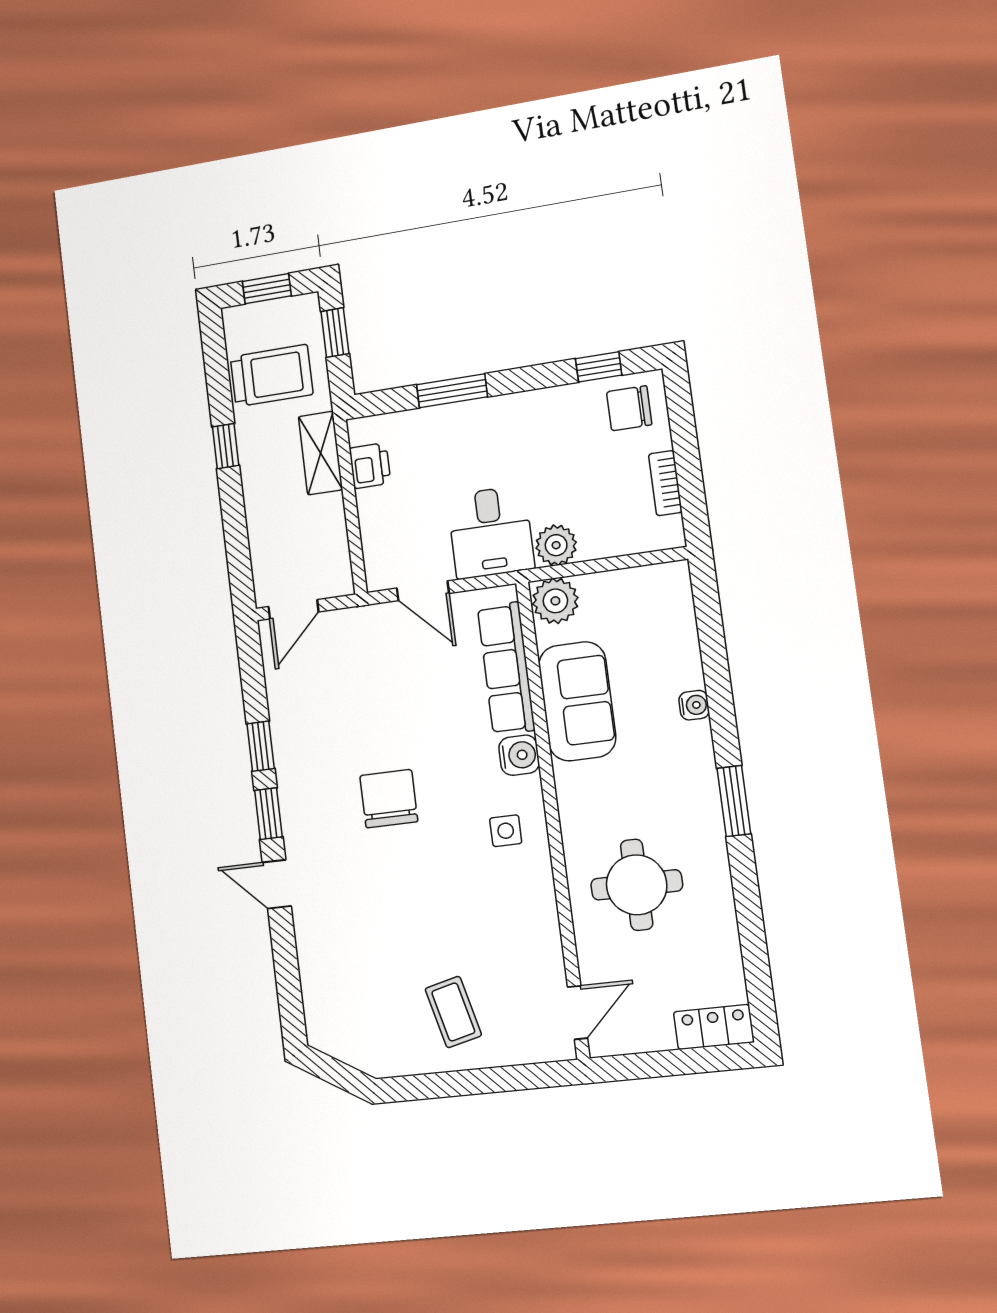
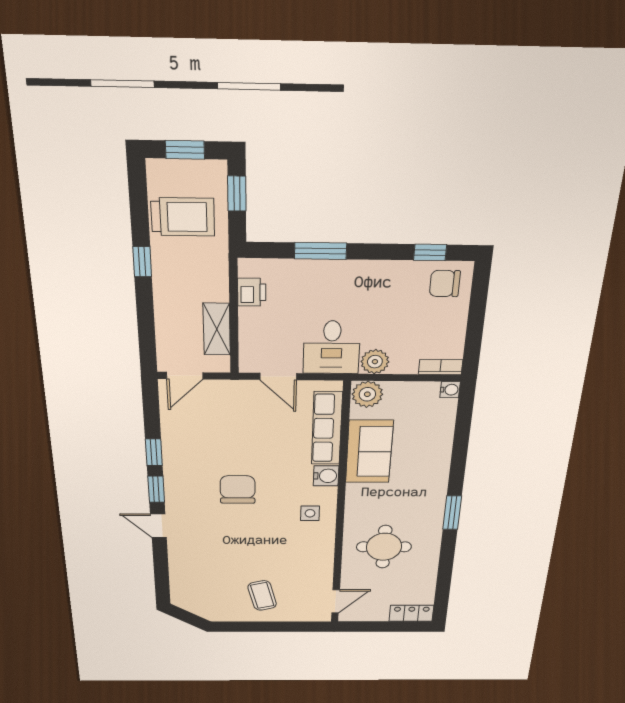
shelving: (321, 453) -> (217, 329), moved
bookcase: (665, 483) -> (441, 367), moved, turned 90
water cooler: (694, 705) -> (450, 390), moved

